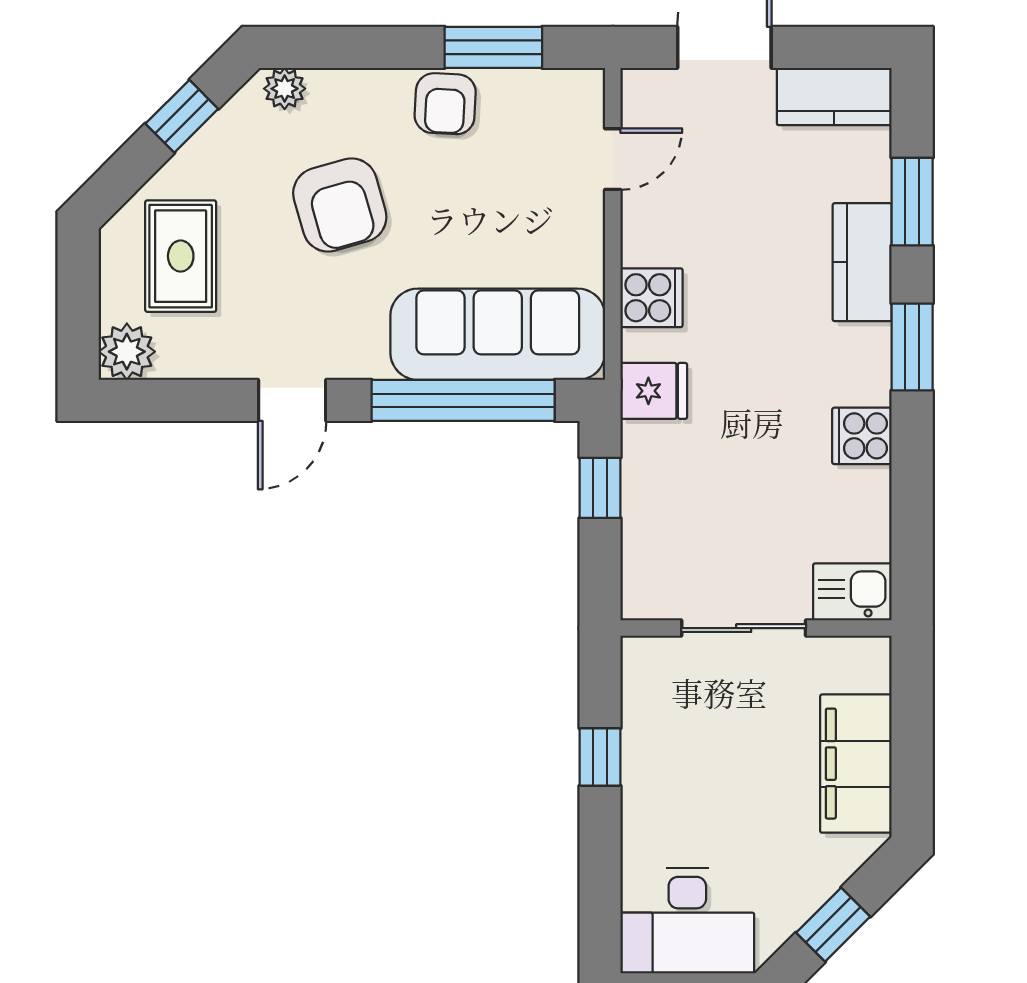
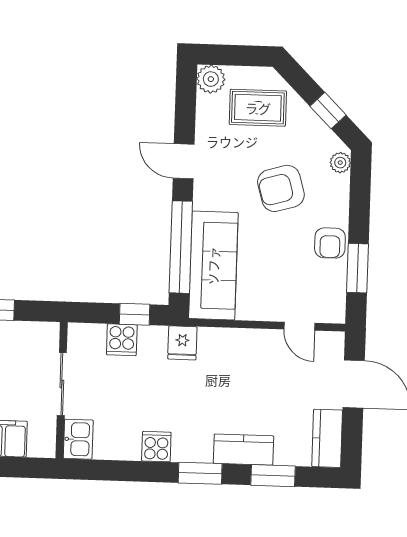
armchair: (445, 104) -> (330, 243), turned -93
cooker: (652, 298) -> (122, 340), moved

